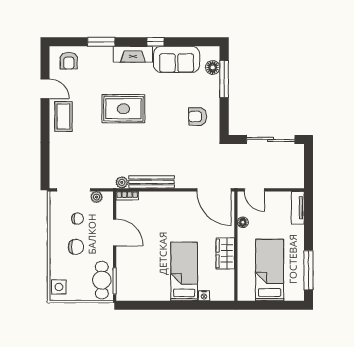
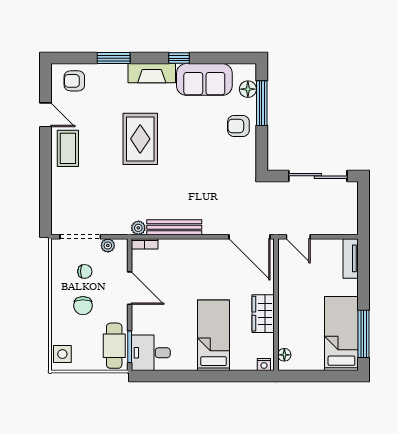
armchair: (69, 61) -> (74, 81), turned 90
rug: (123, 109) -> (140, 139), turned 90
armchair: (198, 116) -> (238, 126), moved
floor lamp: (243, 222) -> (284, 355), moved
chair: (76, 247) -> (83, 306), turned 90
bed: (270, 270) -> (341, 333), moved
desk: (132, 286) -> (151, 353), added
nightstand: (204, 296) -> (264, 365), moved

